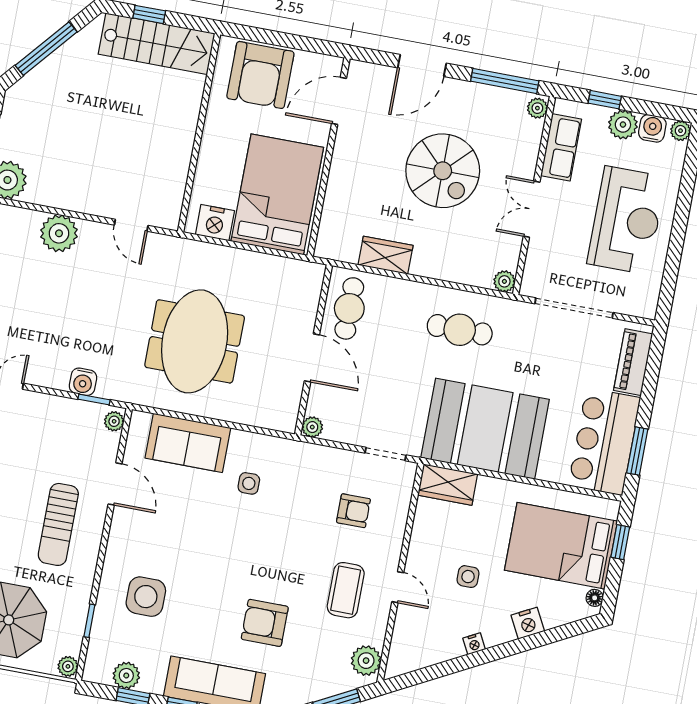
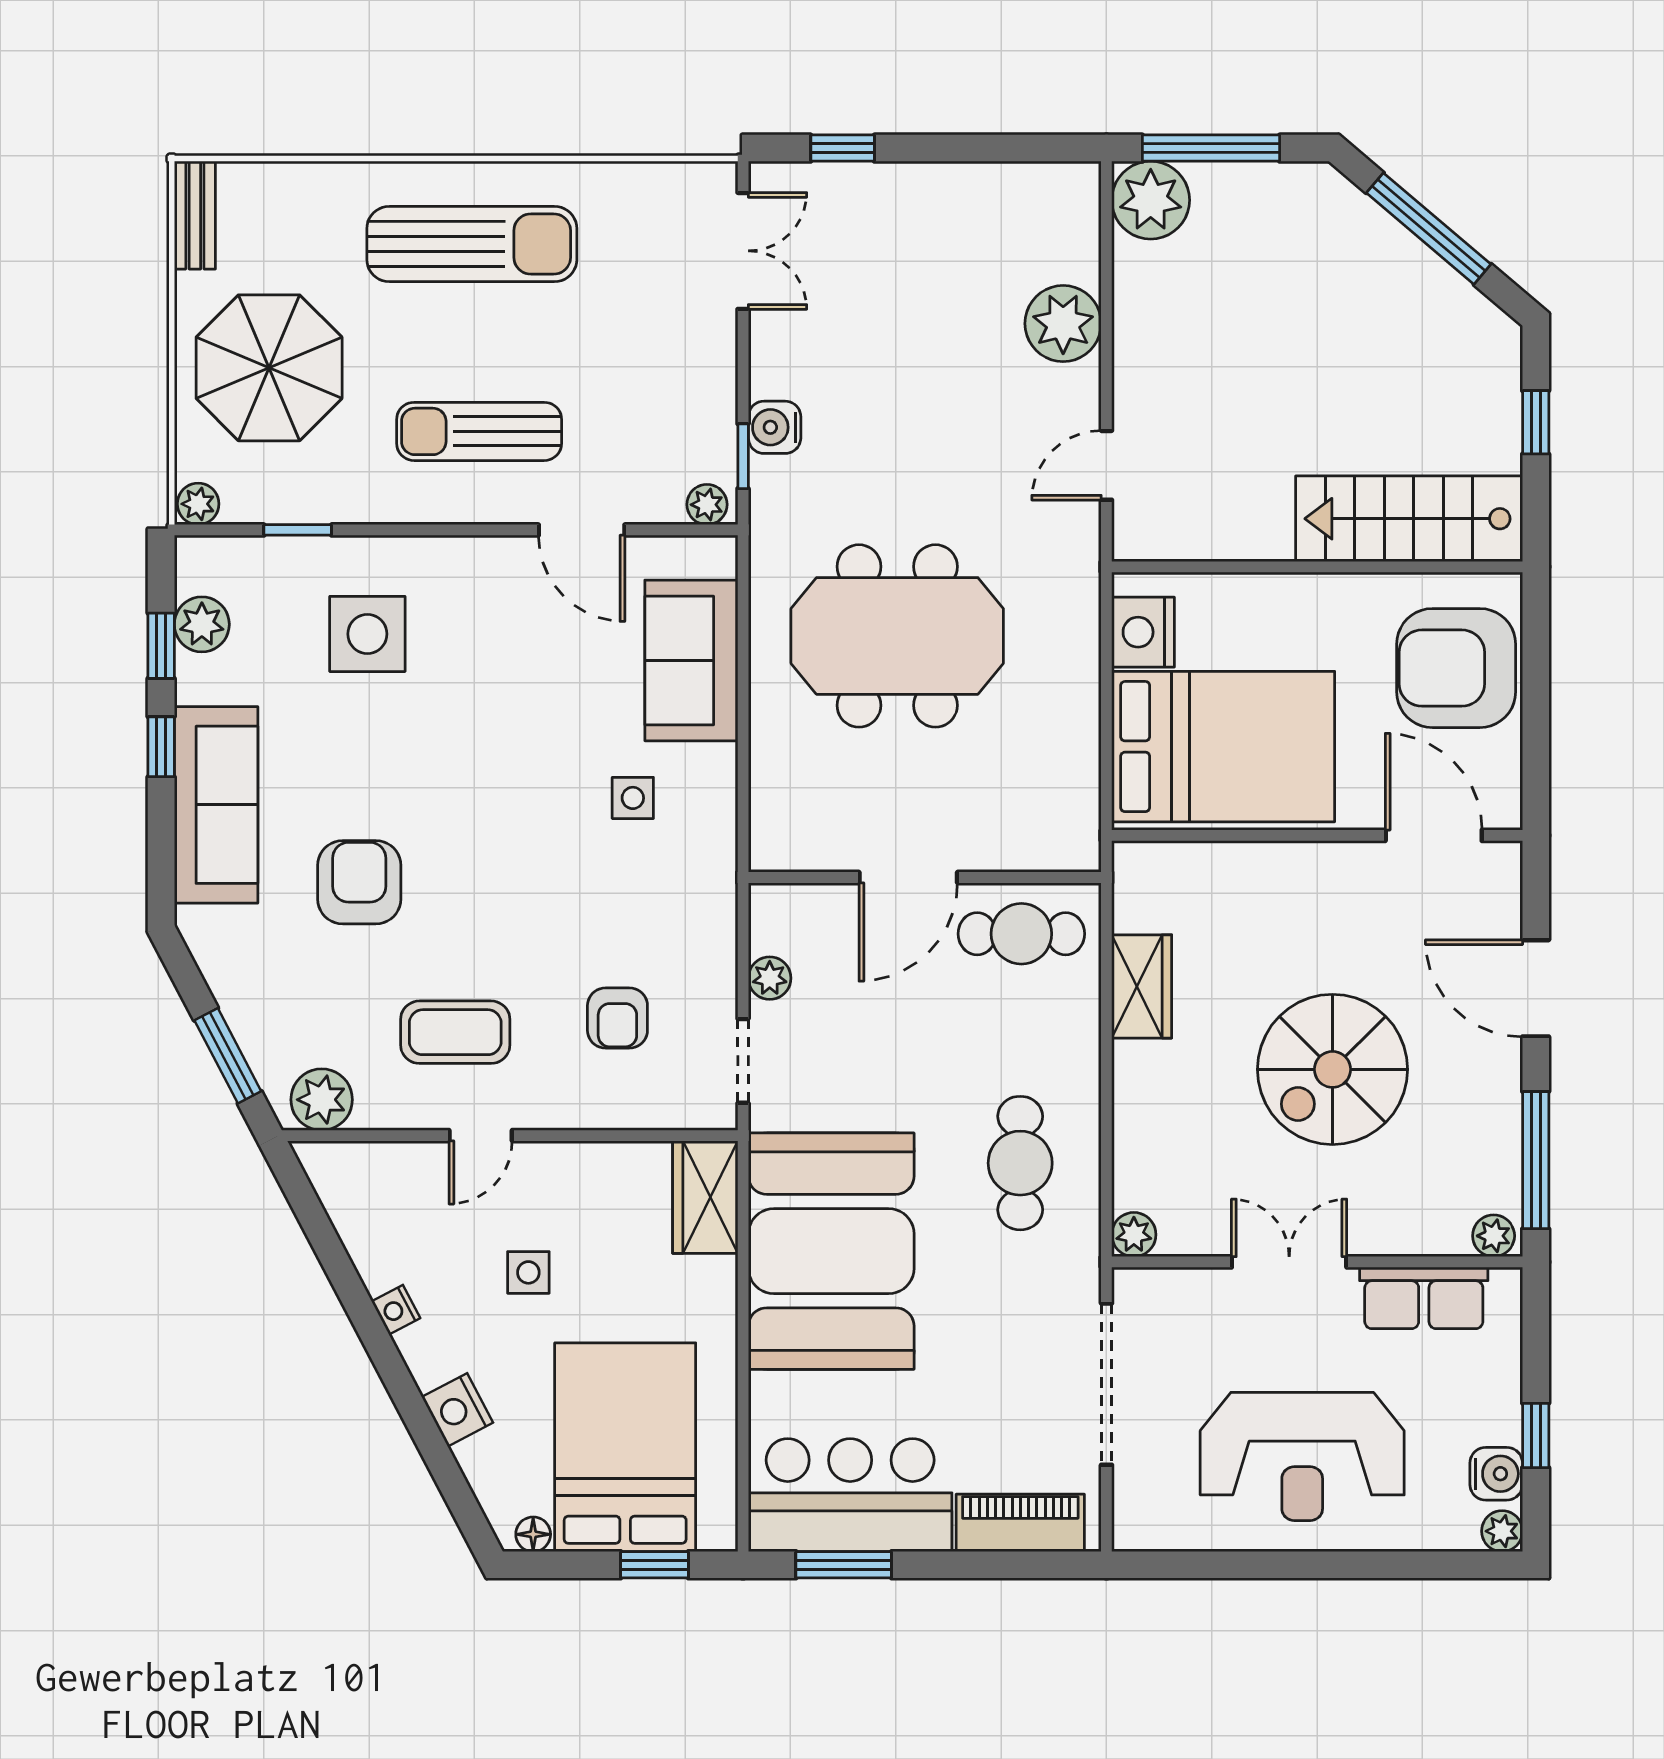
stairs: (157, 44) -> (1409, 519), moved, turned 90
window: (605, 100) -> (1536, 1435), moved
plant: (623, 125) -> (1493, 1413), removed
plant: (312, 427) -> (770, 978), moved
door: (115, 484) -> (582, 530), hinge flipped

